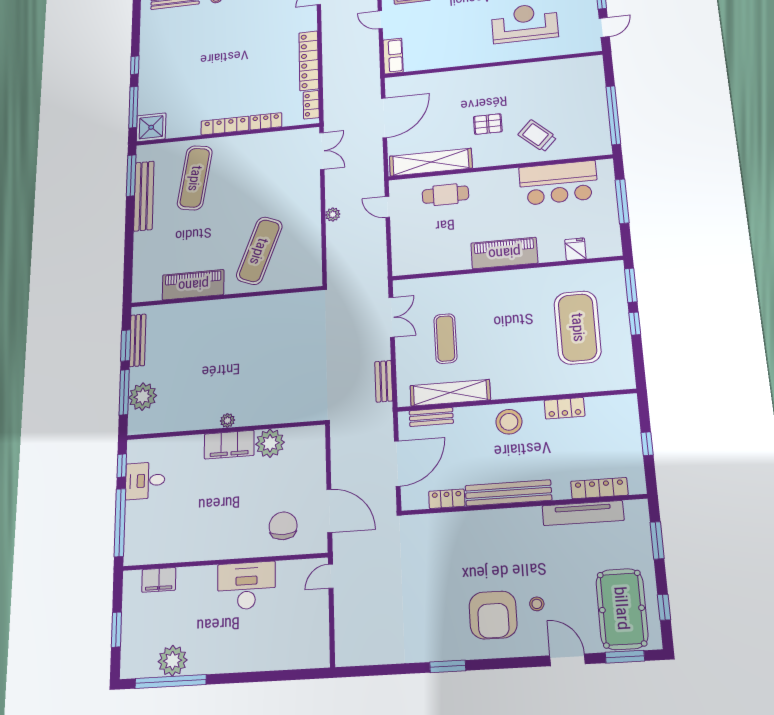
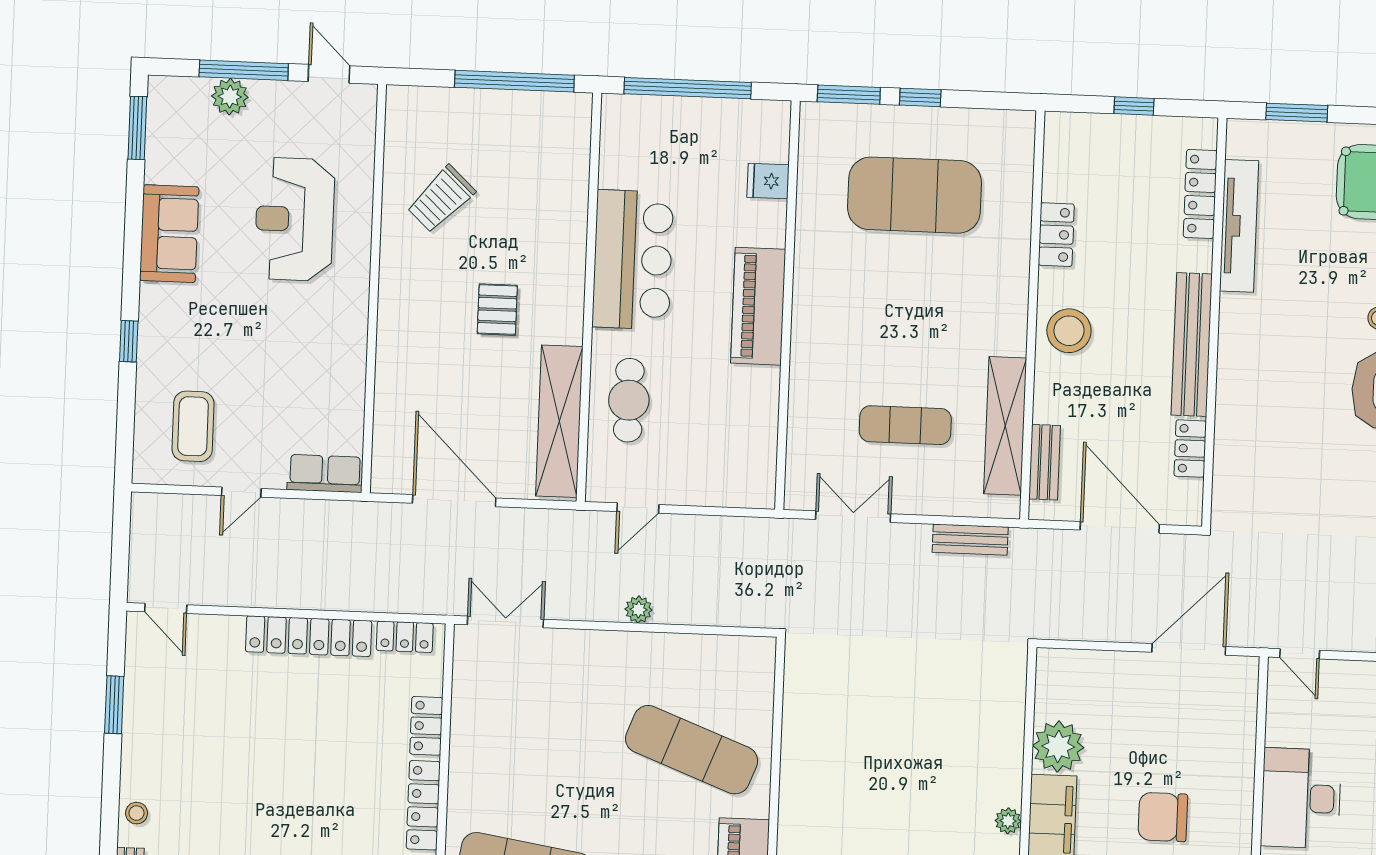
trolley: (537, 136) -> (441, 199), moved
bar counter: (558, 183) -> (633, 260), moved
window: (622, 201) -> (688, 88), width x1.46
chair: (283, 526) -> (1163, 817), moved

